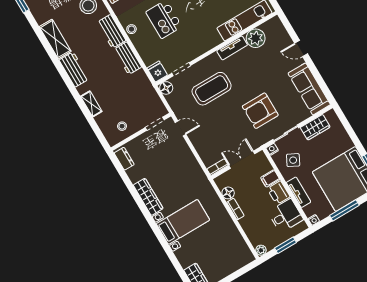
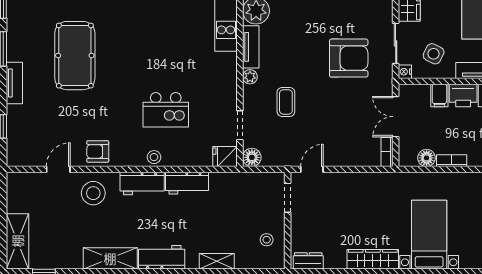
plant: (214, 58) -> (250, 77), added
coffee table: (212, 89) -> (286, 102), width x0.54, depth x0.58
armchair: (260, 111) -> (349, 58), turned -90

